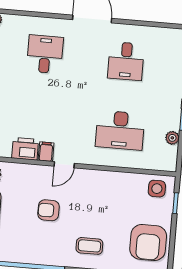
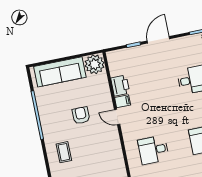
desk: (120, 130) -> (153, 150), width x0.73

